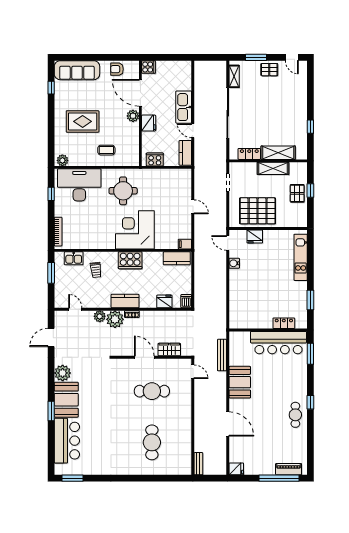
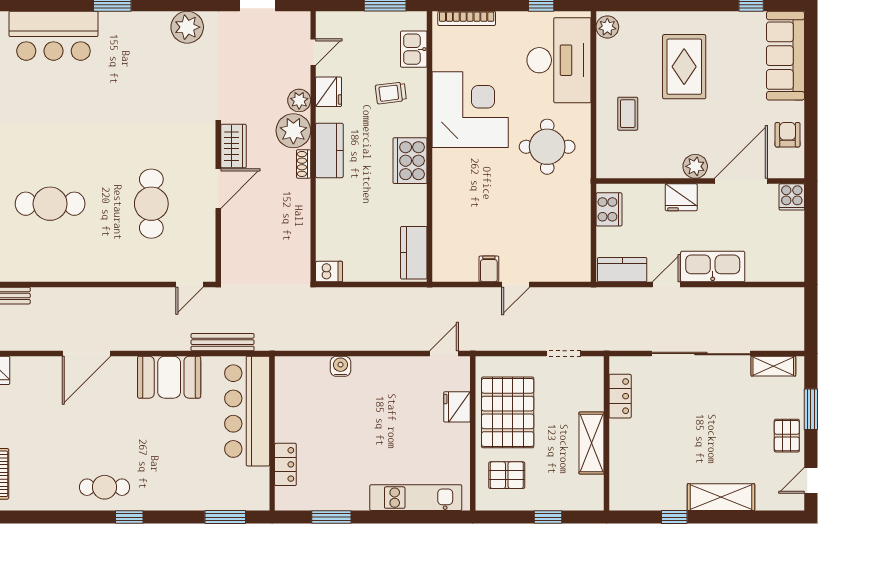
shelving: (278, 153) -> (721, 497), moved, turned 90
pallet: (297, 193) -> (507, 475), moved
corner desk: (135, 230) -> (470, 110), moved
filing cabinet: (185, 244) -> (489, 269), moved
water cooler: (234, 263) -> (340, 366), moved
fridge: (164, 301) -> (329, 92), moved
bar counter: (279, 343) -> (247, 411), moved
wardrobe: (169, 350) -> (233, 146), moved
booth: (66, 400) -> (134, 34), removed

